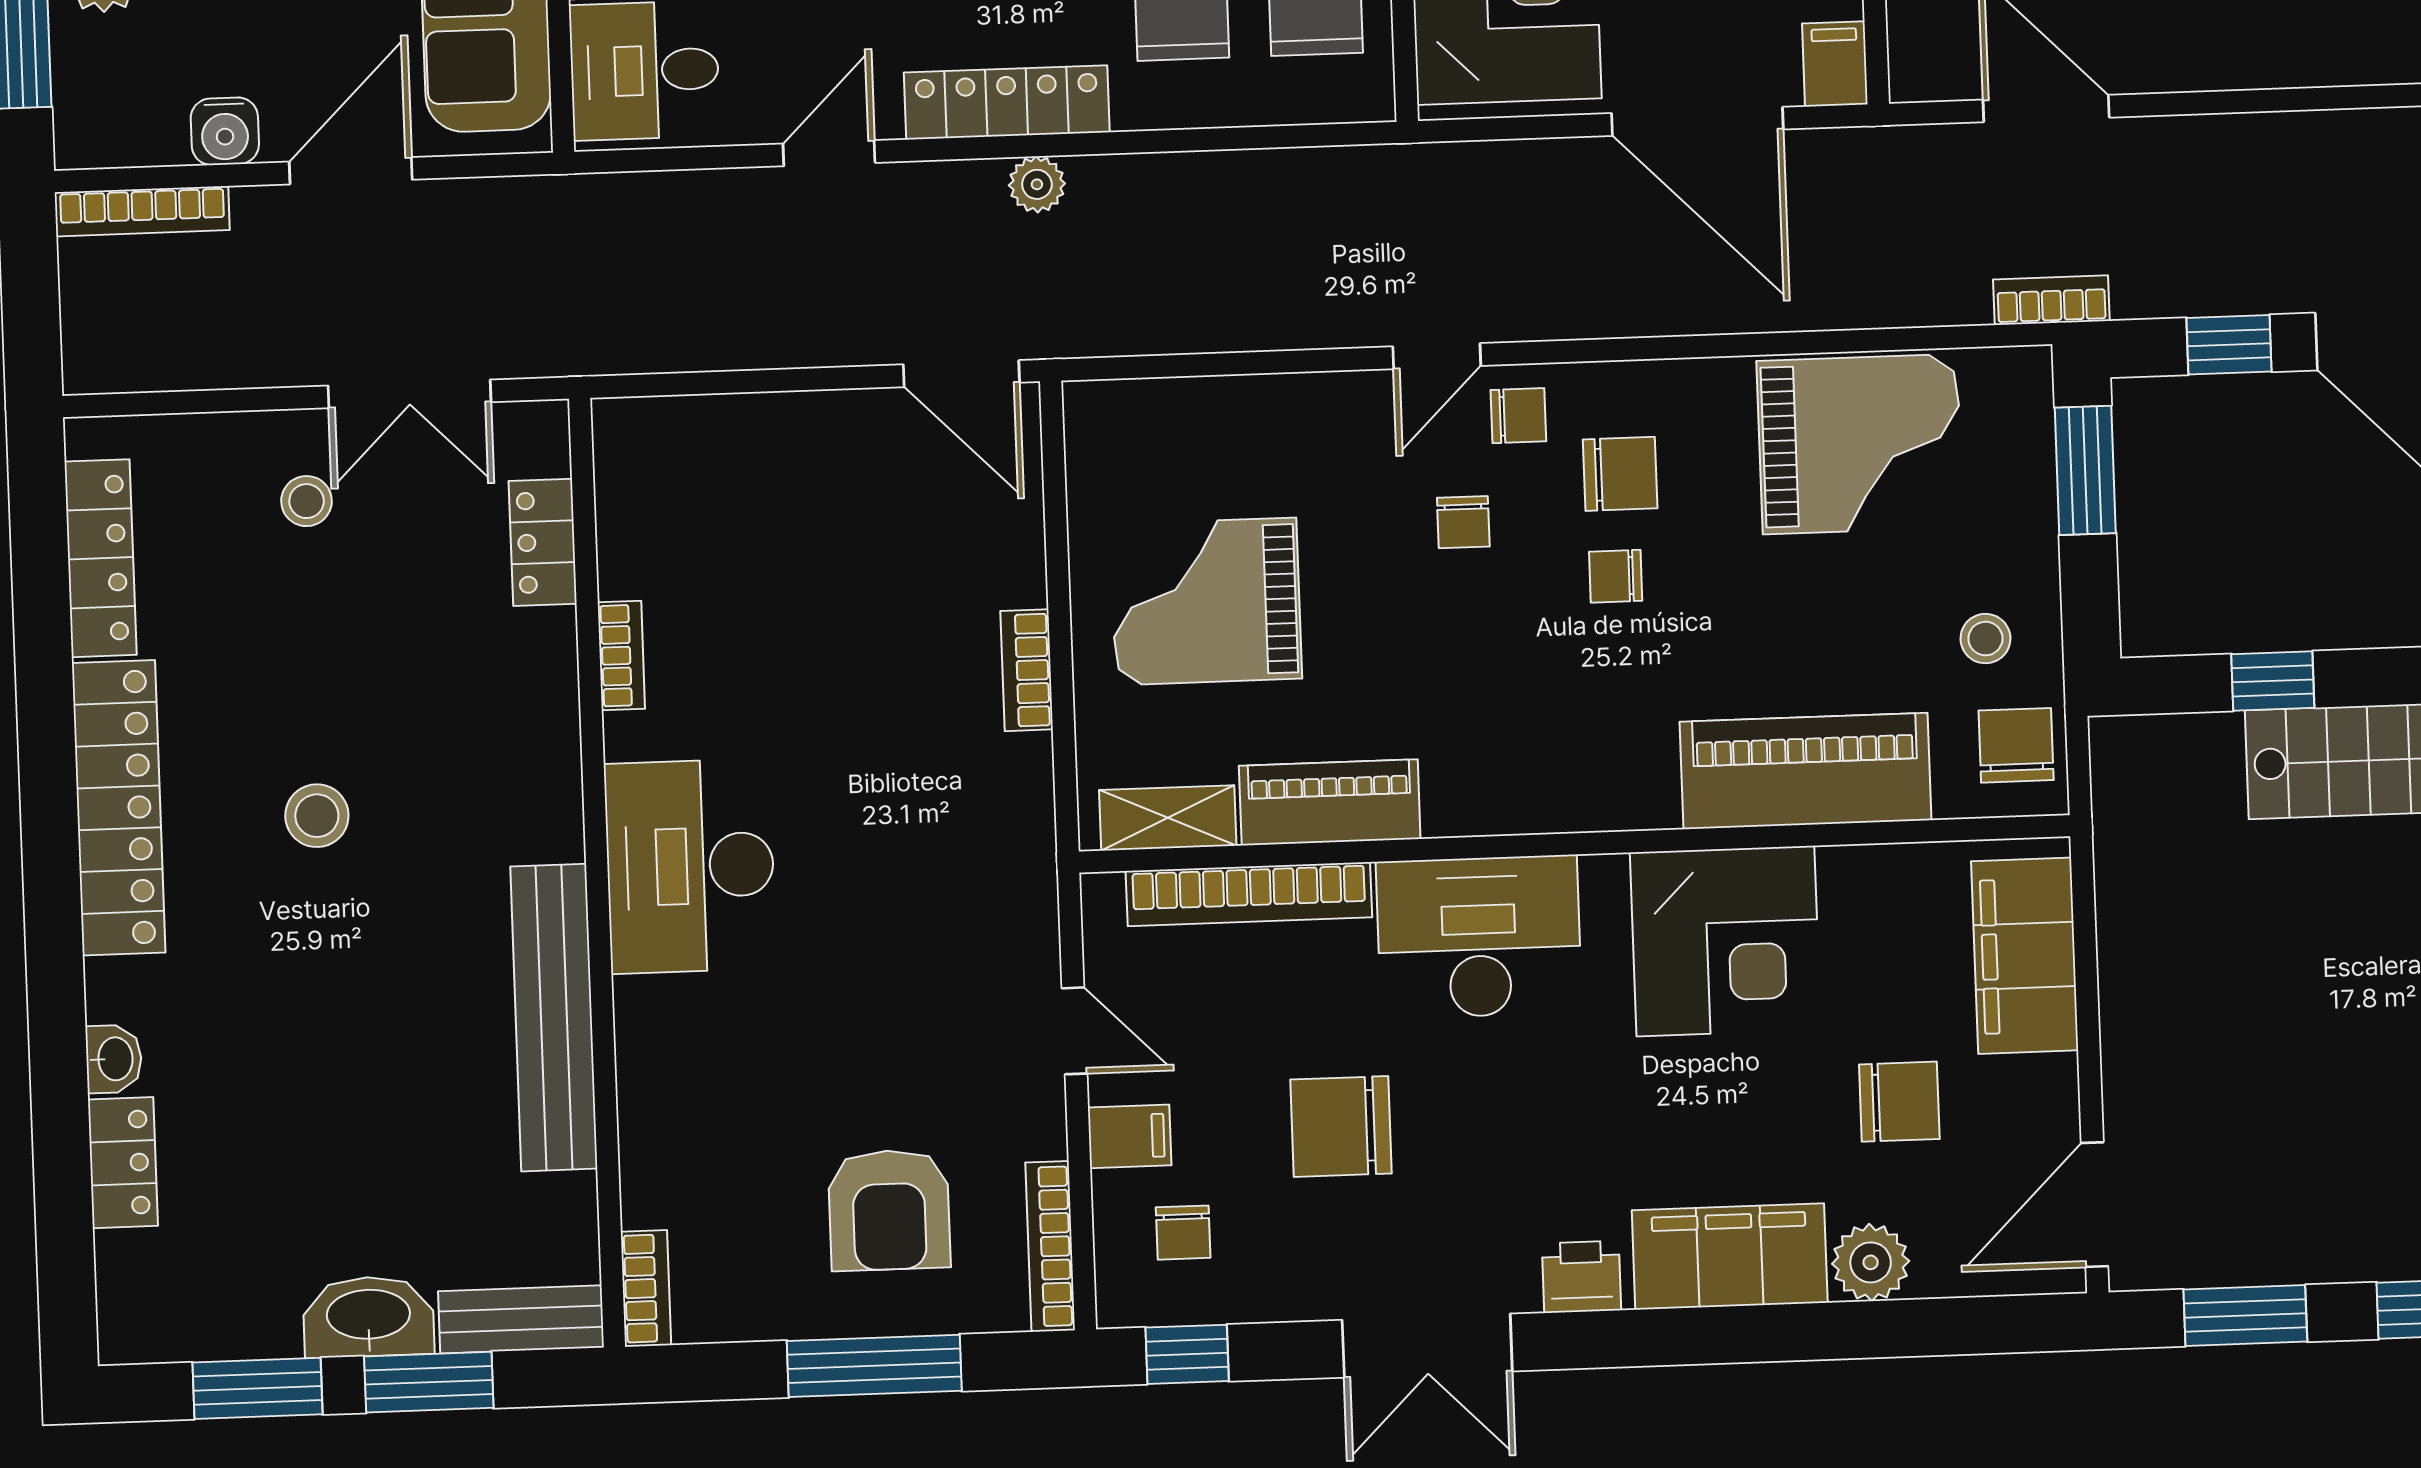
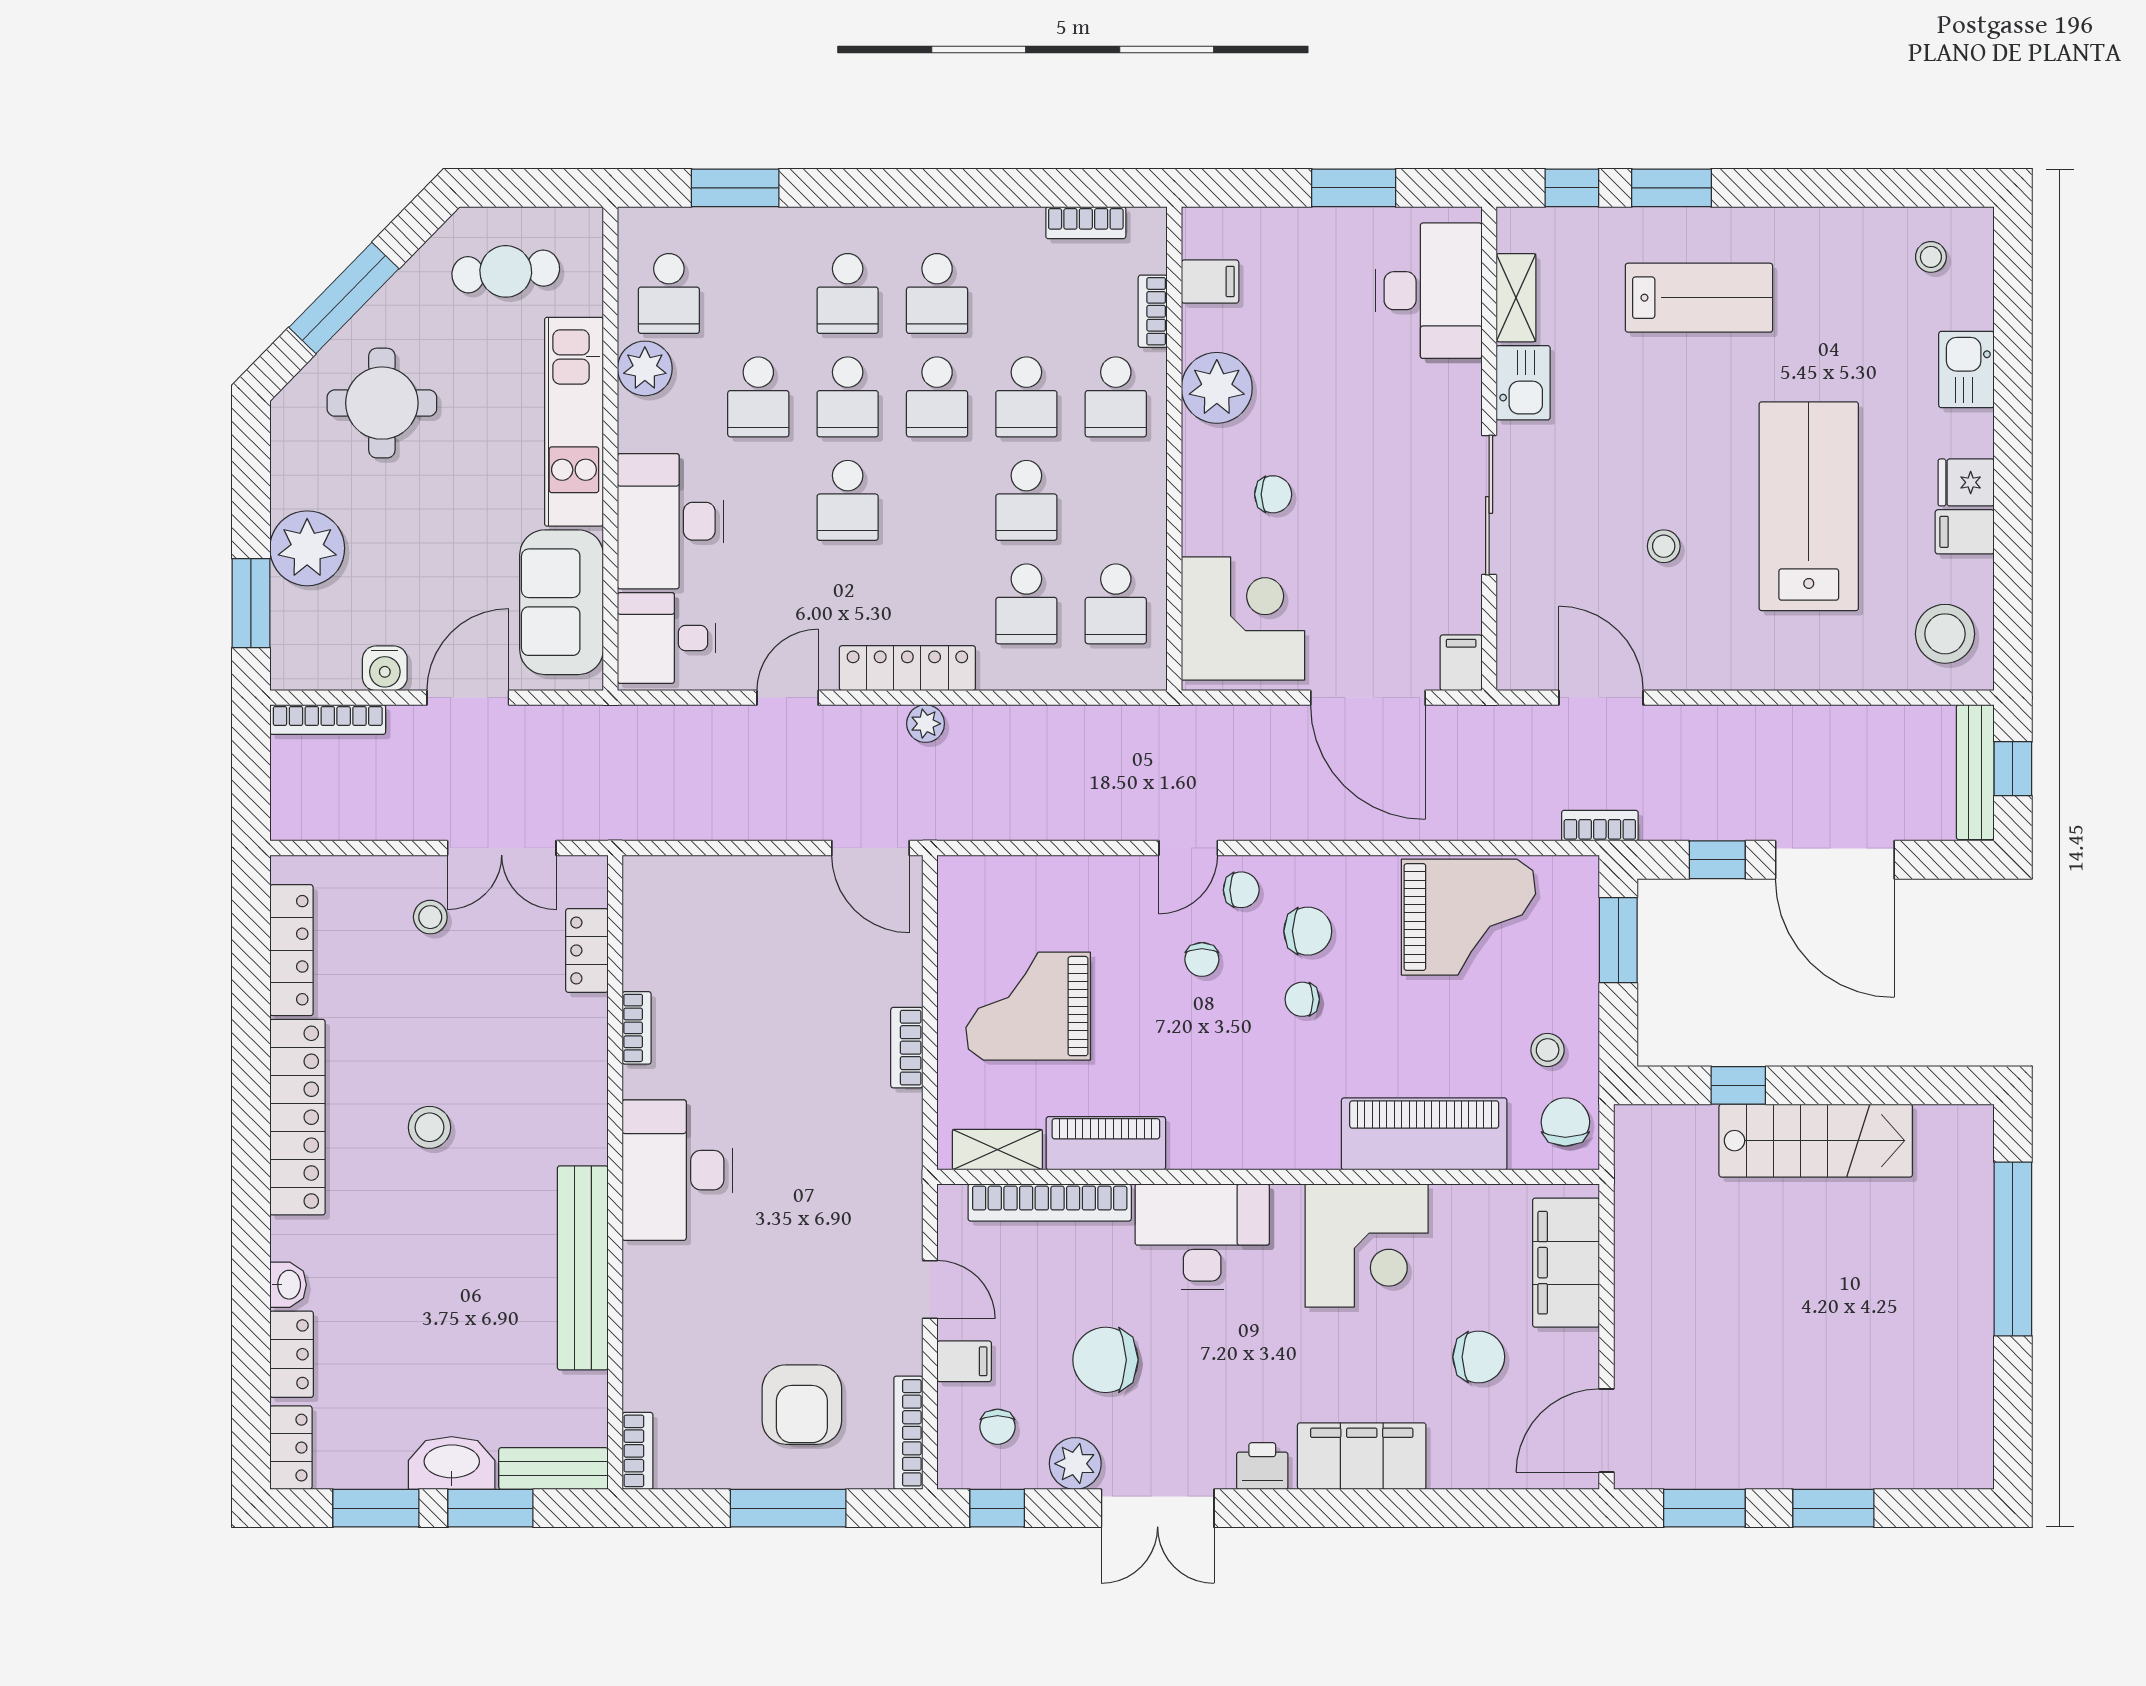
plant: (1871, 1262) -> (1075, 1464), moved
locker: (127, 1302) -> (291, 1448), added

